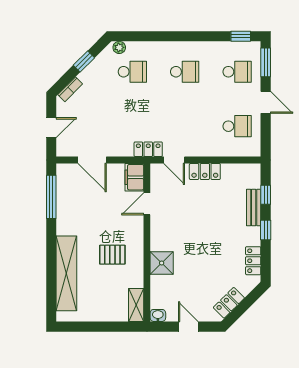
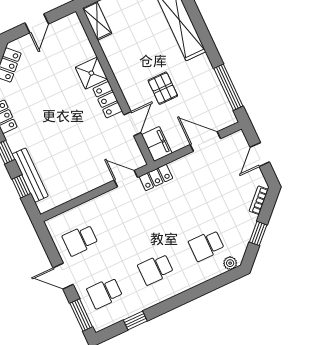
window: (241, 36) -> (135, 321), moved
locker: (205, 171) -> (108, 100), moved, turned -90
bench: (254, 207) -> (30, 175), width x1.36
pallet: (112, 255) -> (163, 88), moved, turned 90
washbasin: (158, 315) -> (71, 20), removed
door: (188, 327) -> (37, 23), hinge flipped

